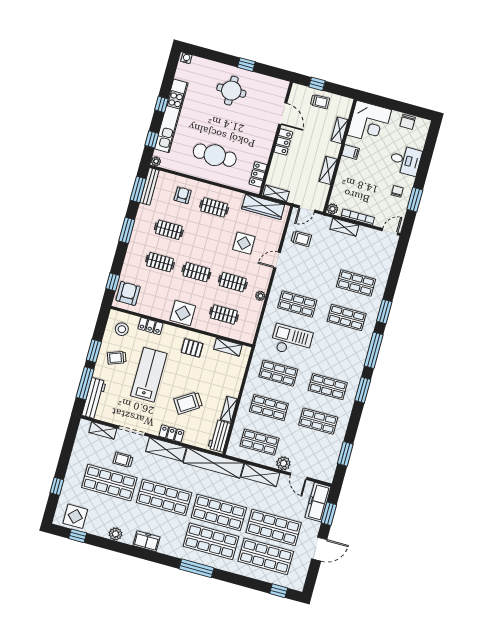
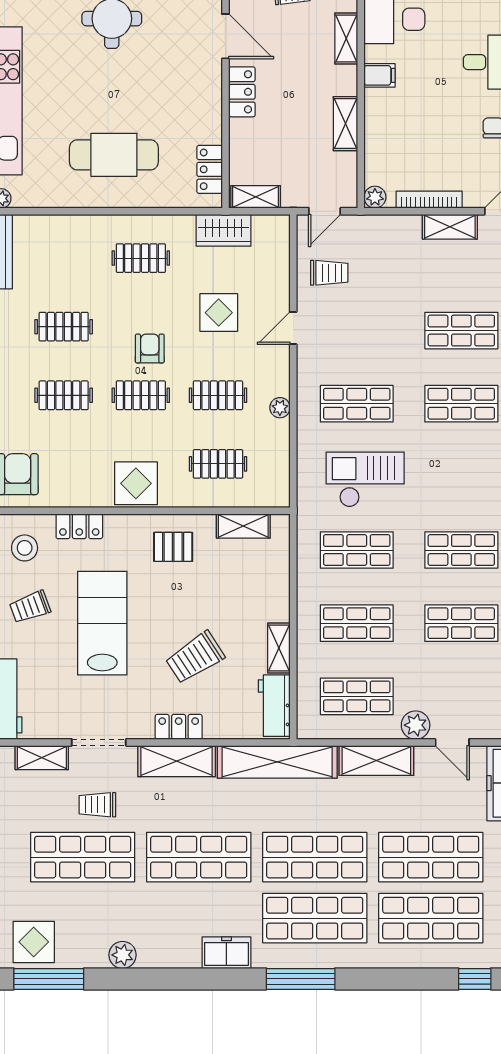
armchair: (183, 195) -> (150, 348), moved
wardrobe: (263, 207) -> (223, 230), width x0.67
shelving: (344, 227) -> (450, 227), moved
window: (78, 536) -> (49, 979), width x2.17
freezer: (147, 541) -> (226, 953), moved

